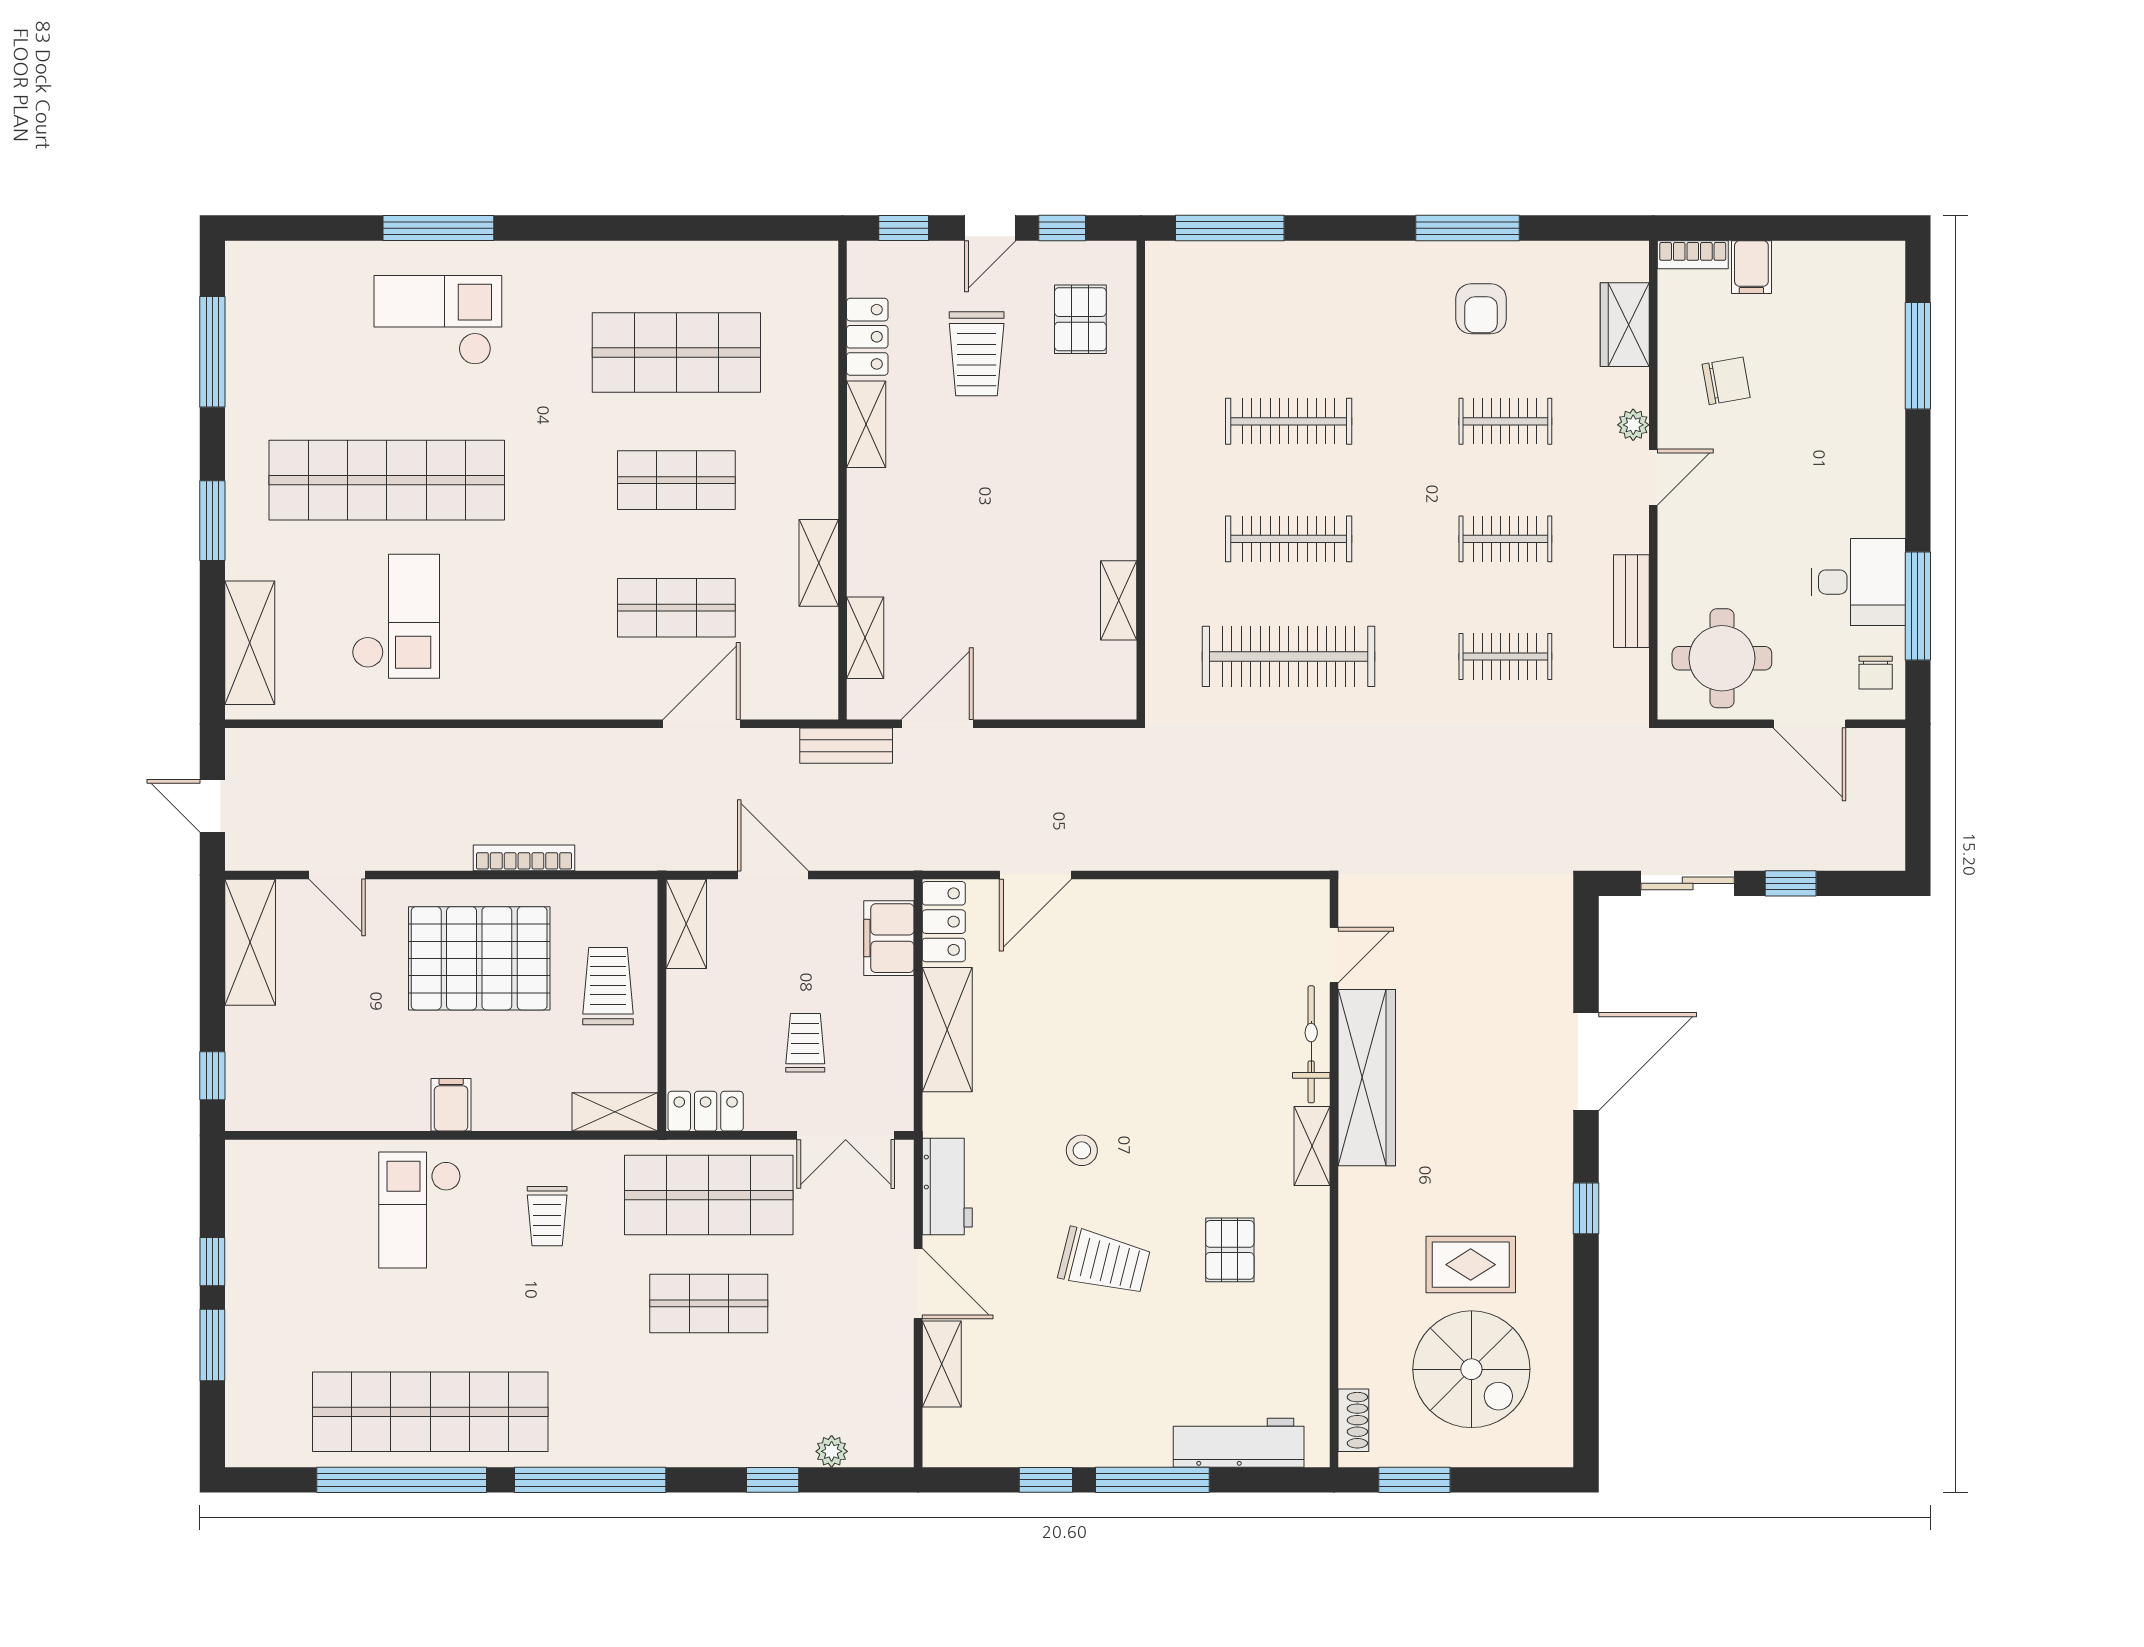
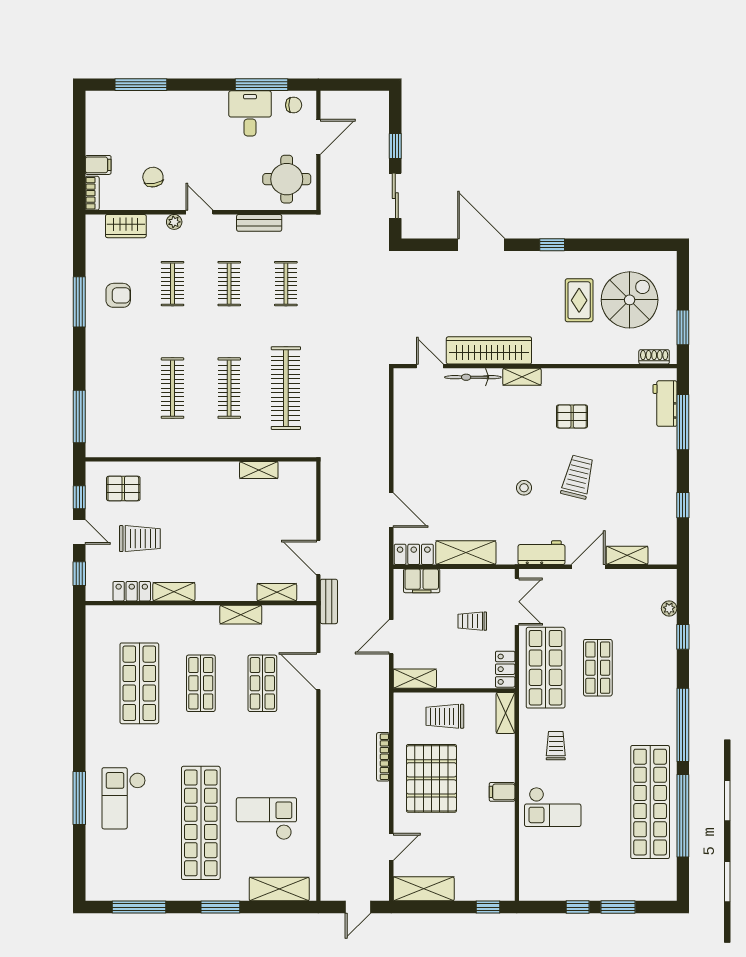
trolley: (547, 1216) -> (556, 746), turned -90
workbench: (1239, 1443) -> (665, 404), width x0.73
window: (1152, 1480) -> (683, 422), moved

